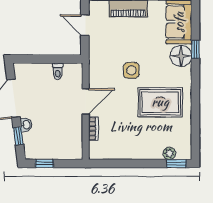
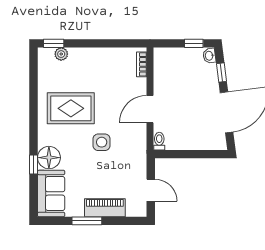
toilet: (58, 71) -> (159, 141), moved
washbasin: (26, 125) -> (209, 56), moved
bookcase: (93, 129) -> (142, 64), moved

